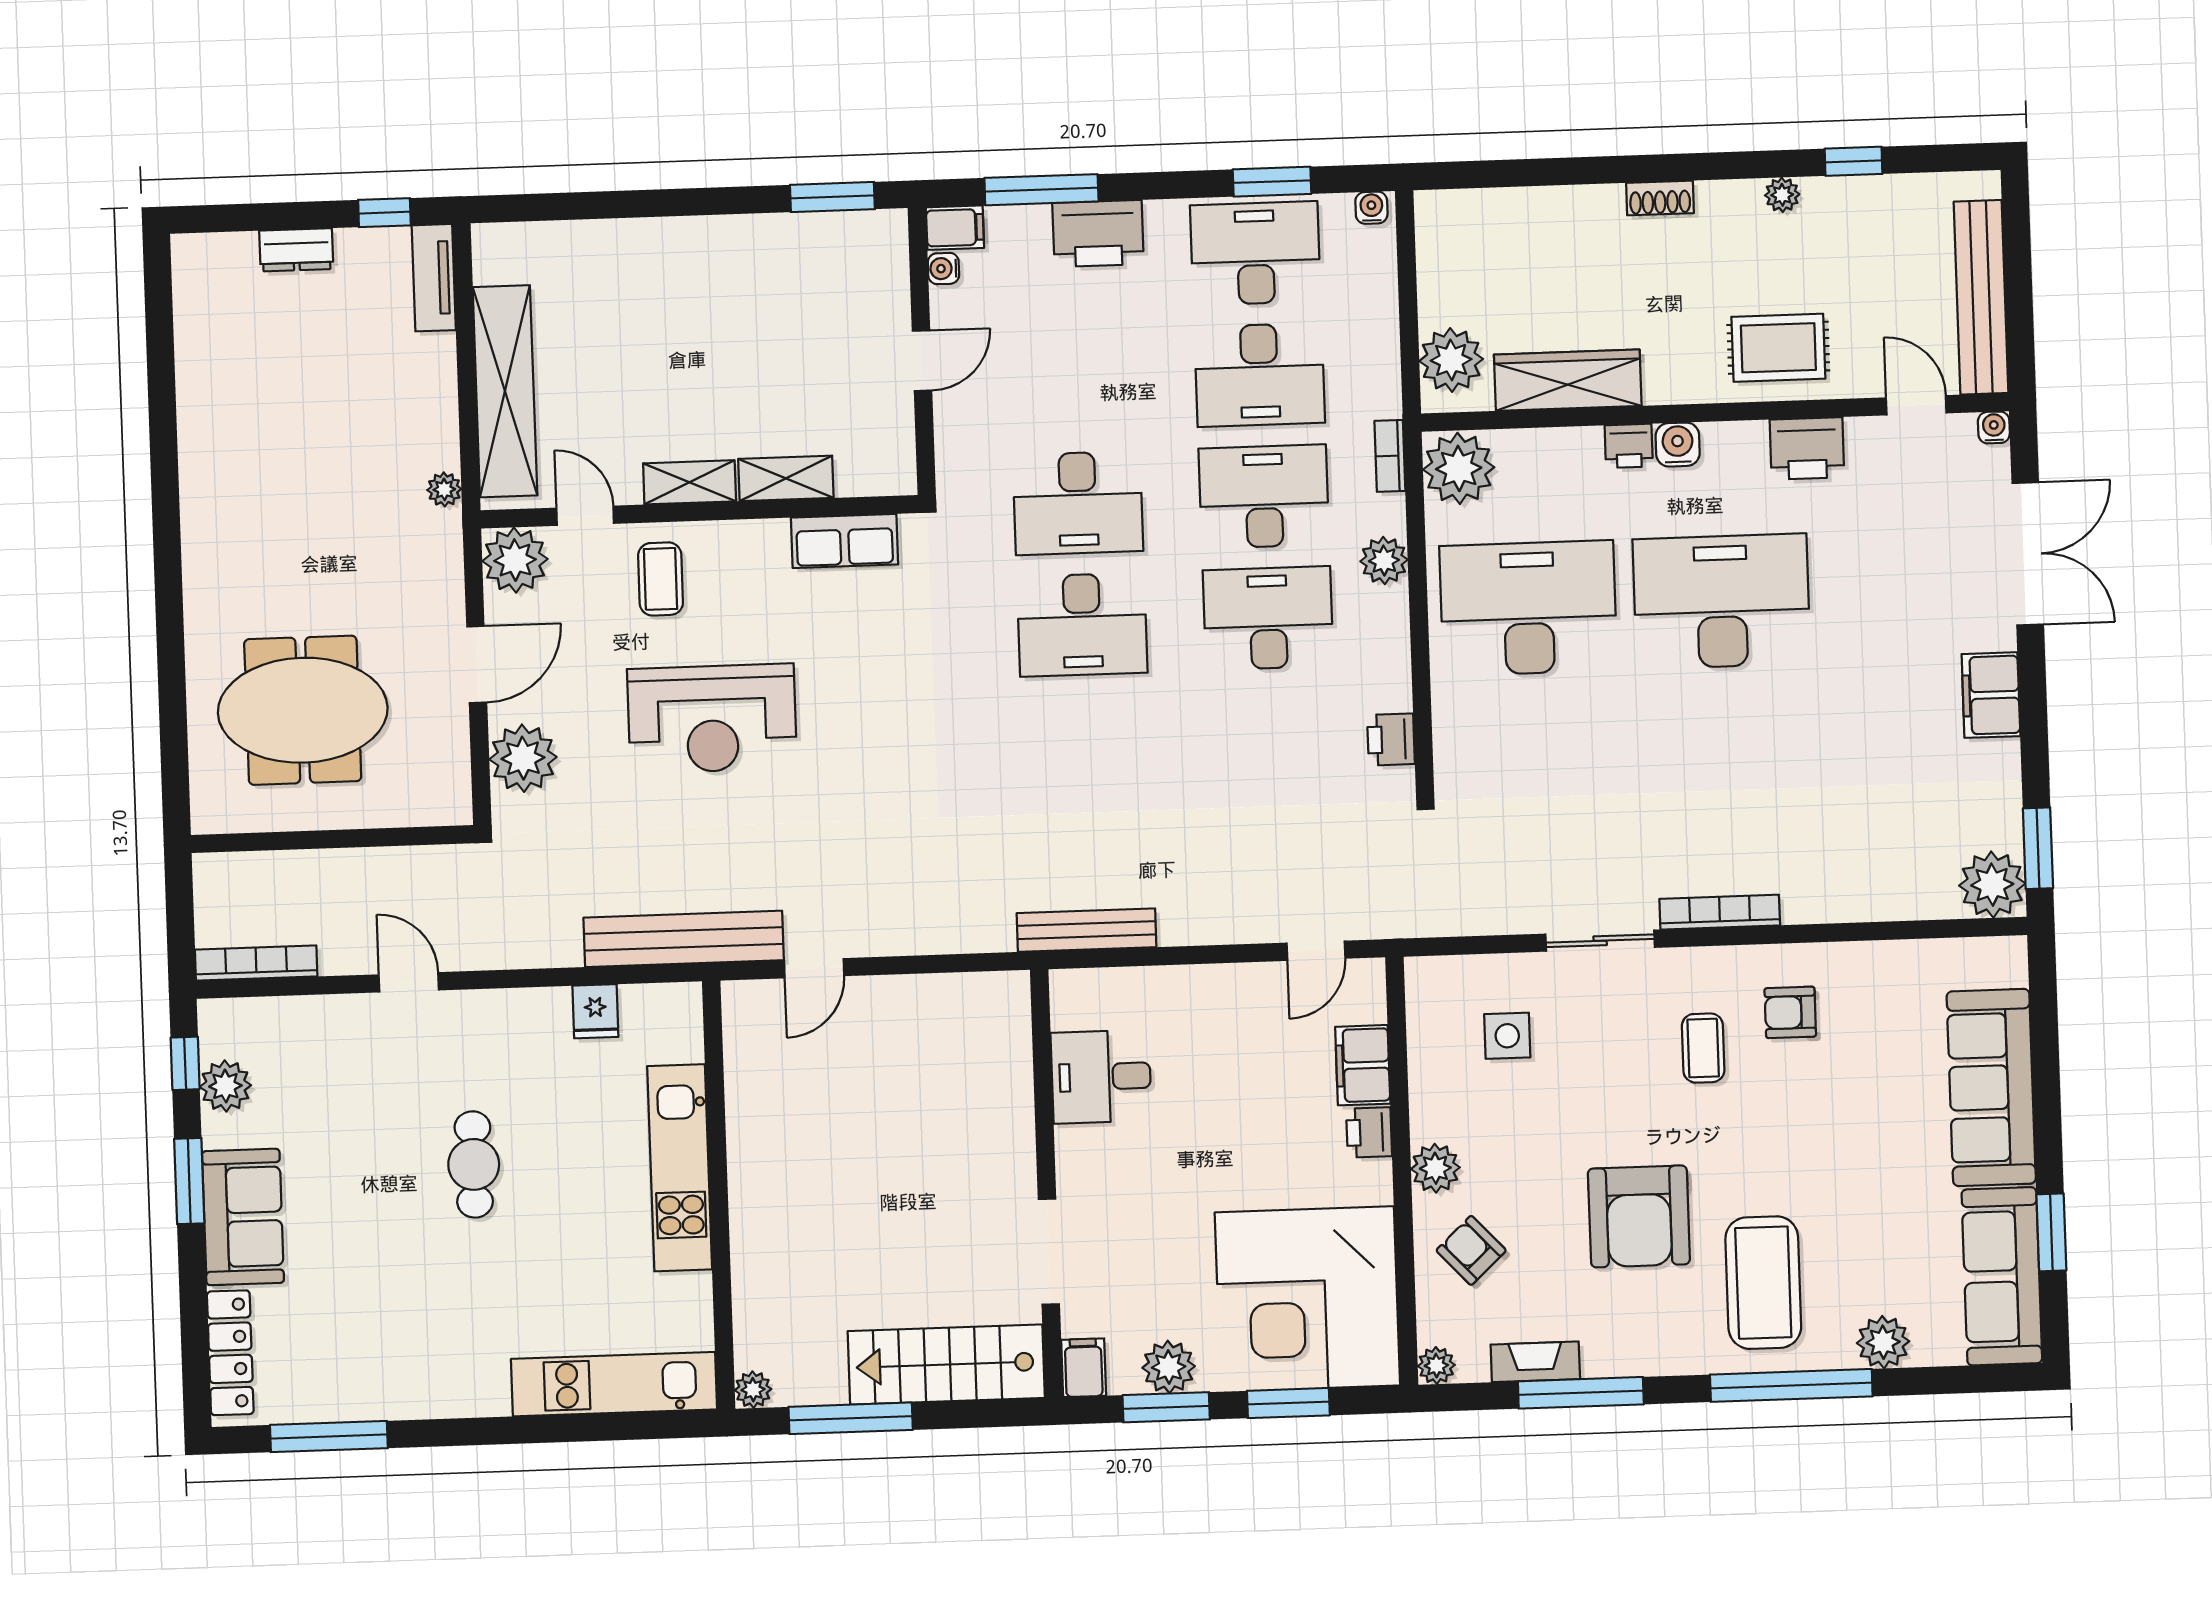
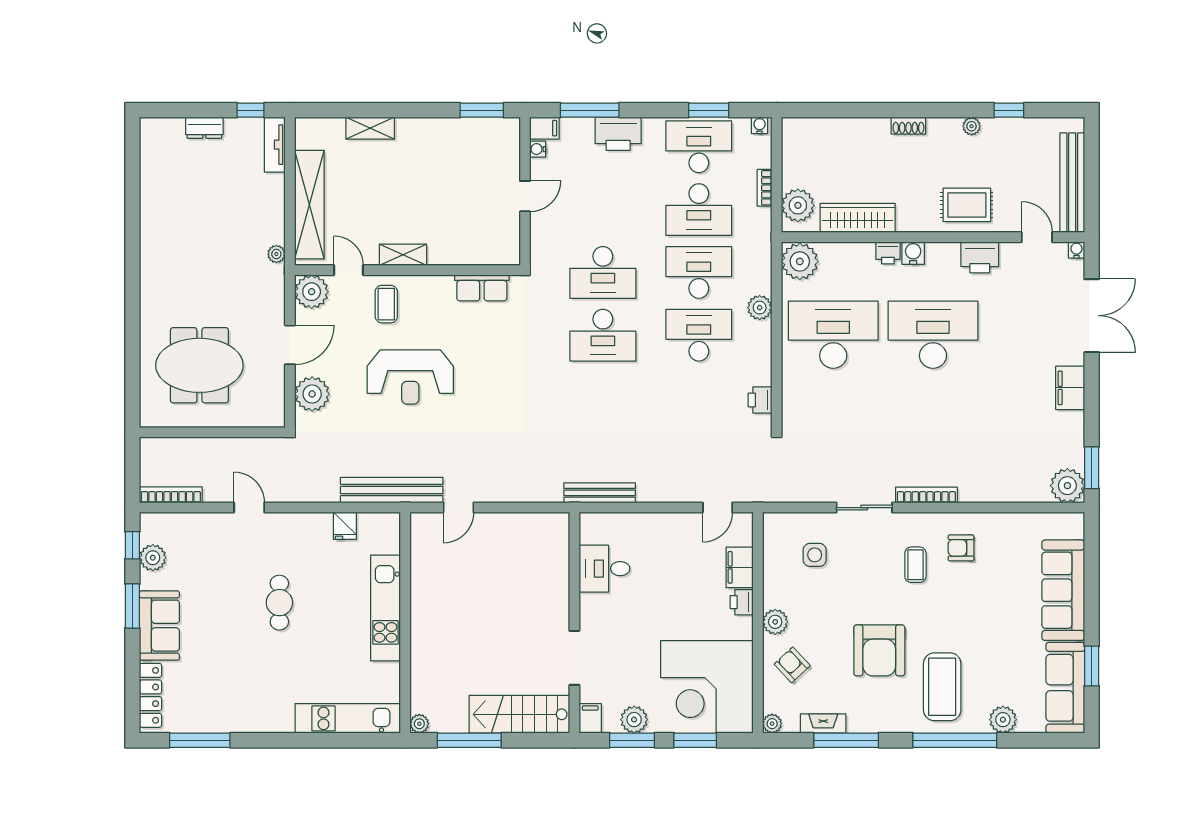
bookcase: (1390, 456) -> (765, 188), moved
shelving: (786, 478) -> (370, 128), moved

